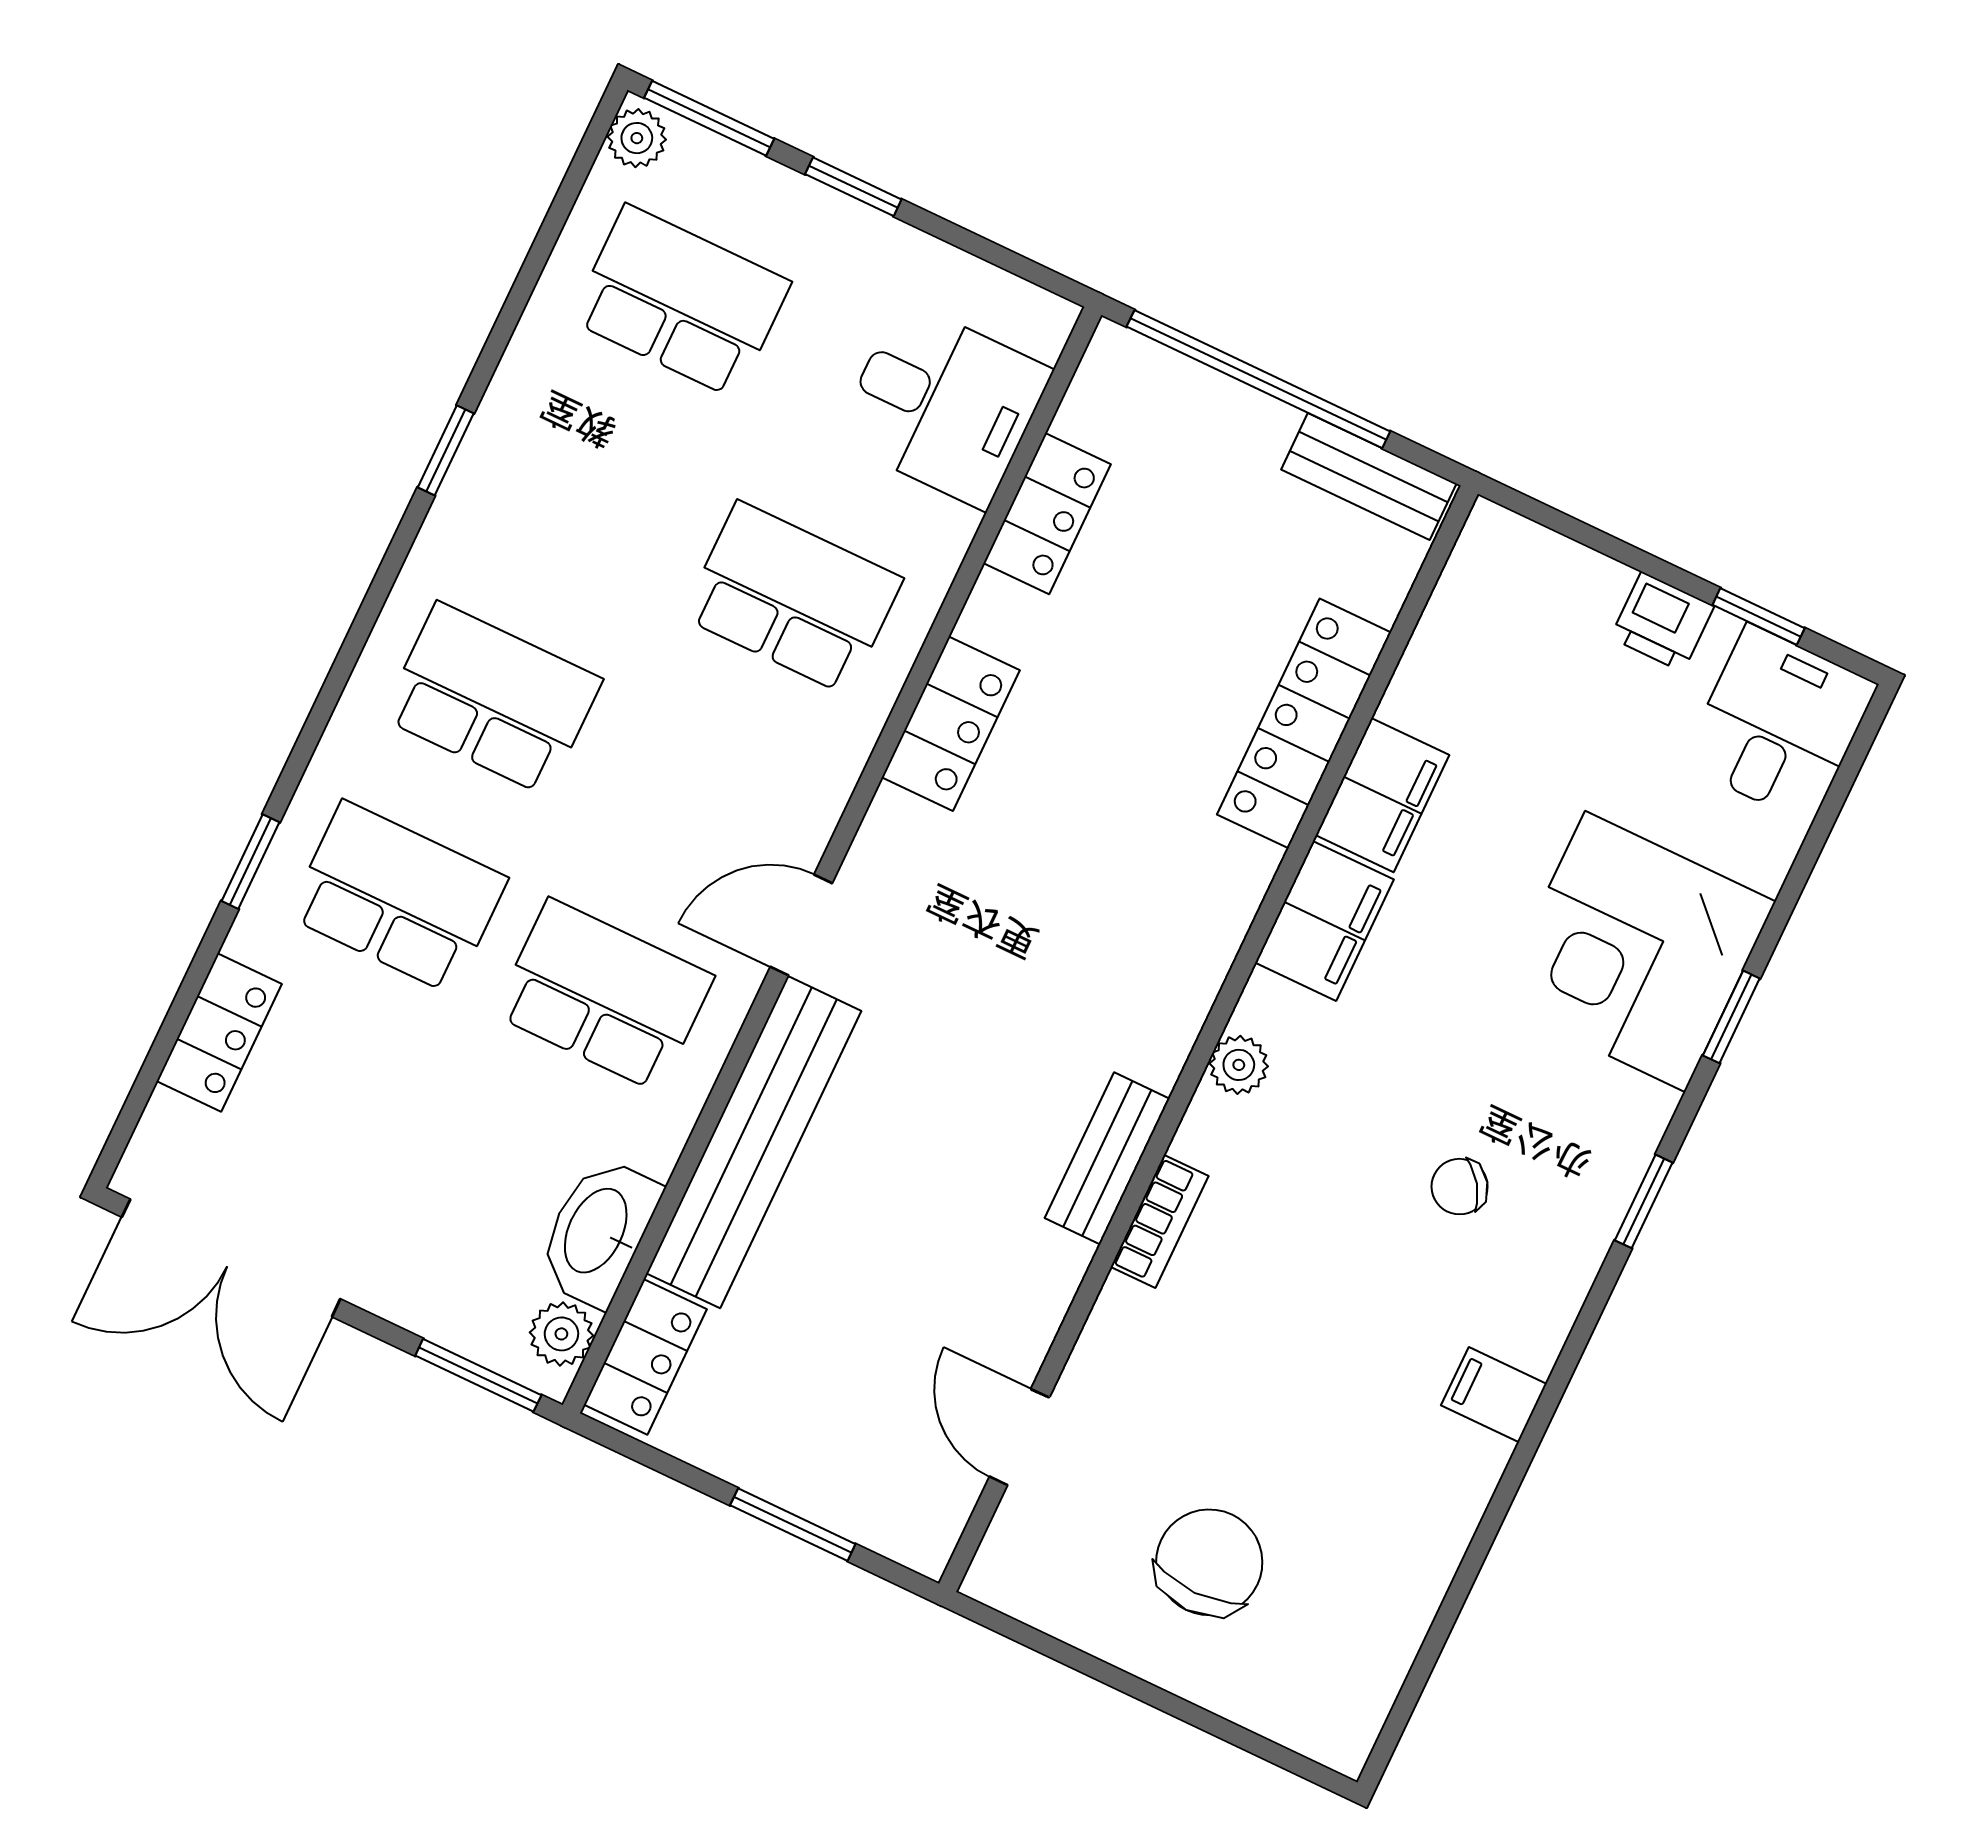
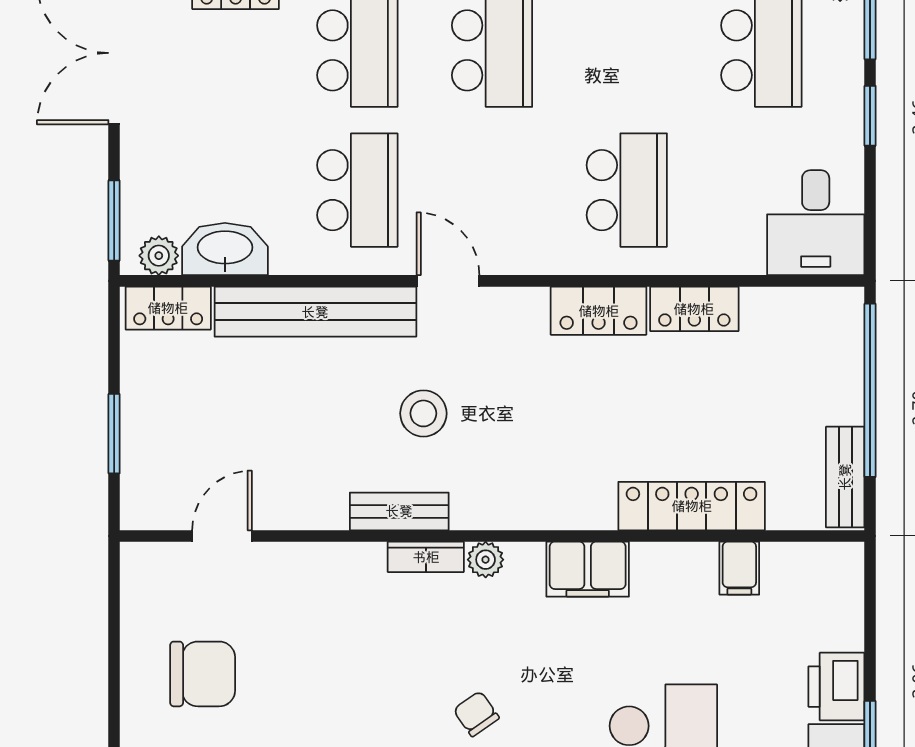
desk: (943, 405) -> (816, 223), moved
locker: (1047, 514) -> (694, 309), moved
printer: (1662, 622) -> (836, 687), width x1.36, depth x1.24
filing cabinet: (1382, 795) -> (739, 568), moved, width x0.50
stool: (980, 1054) -> (423, 413), added
bookcase: (1159, 1221) -> (426, 557), moved

